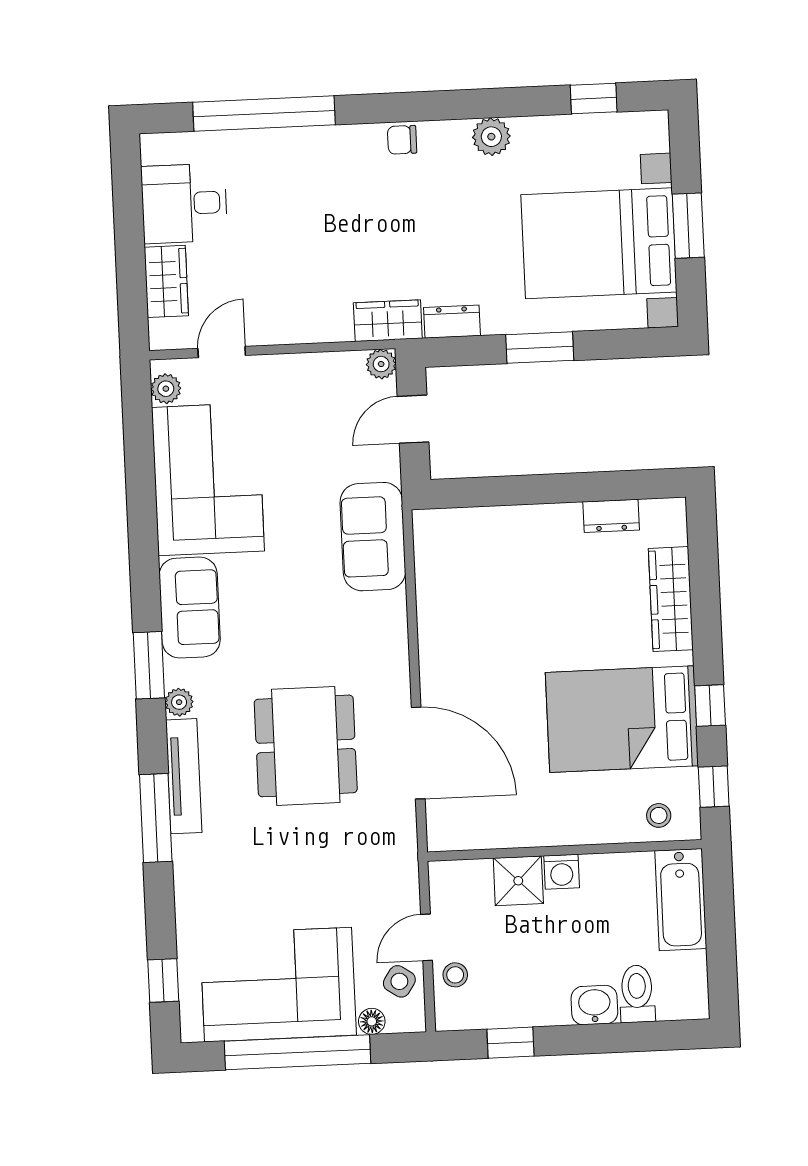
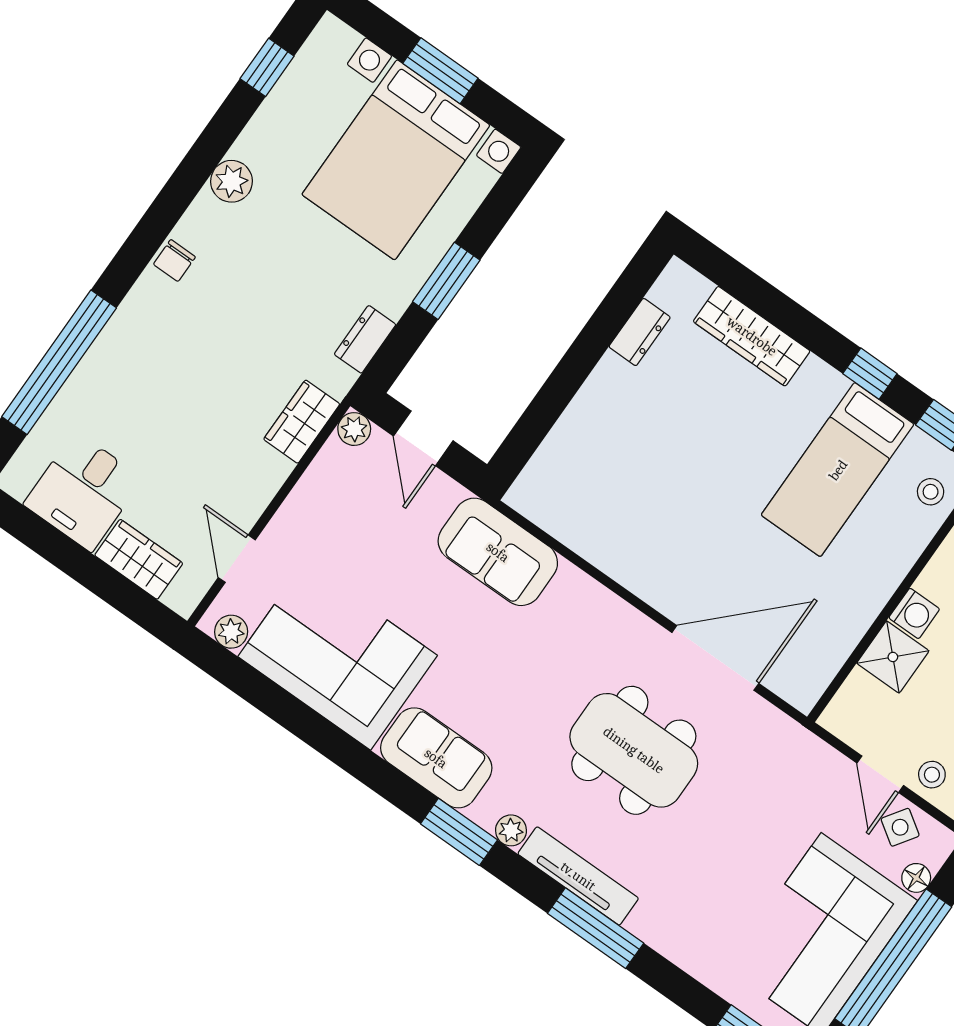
wardrobe: (388, 321) -> (302, 422), moved
bed: (622, 719) -> (838, 470), width x0.67

